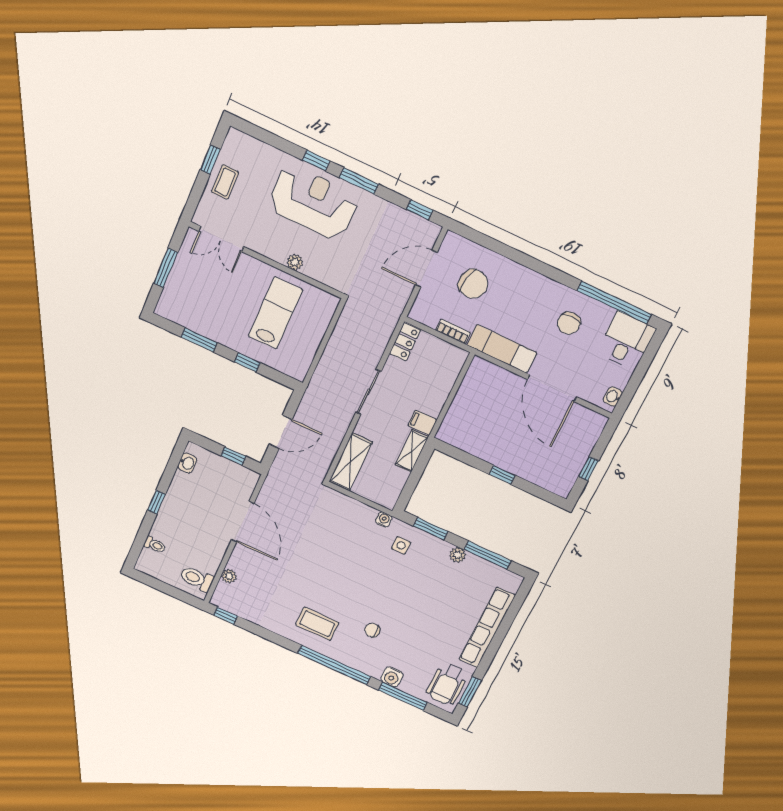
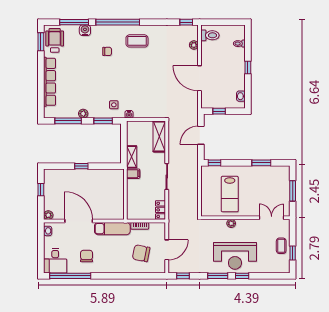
window: (247, 362) -> (215, 163), moved
plant: (598, 422) -> (48, 215), added

